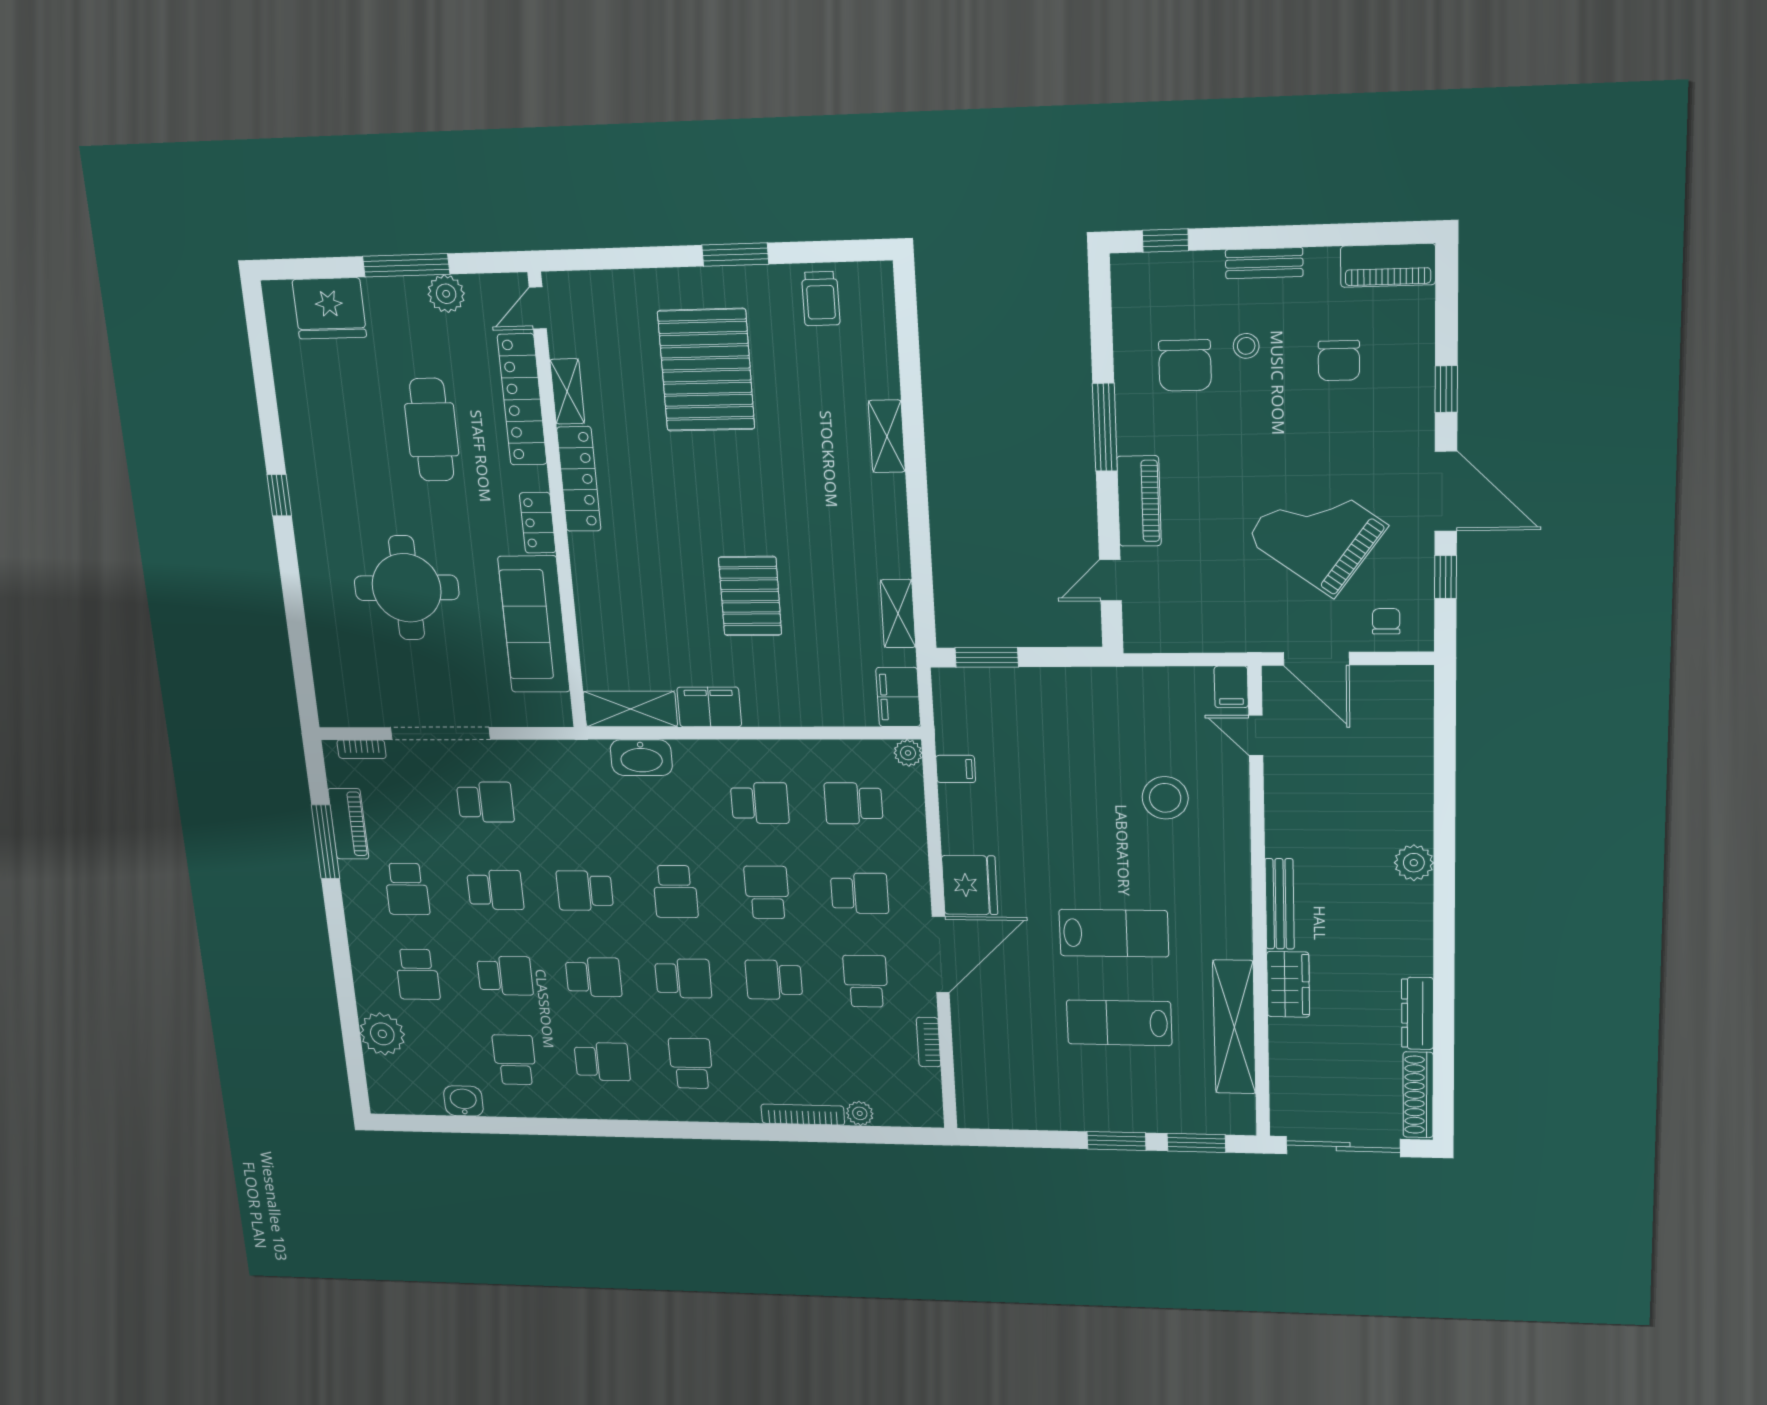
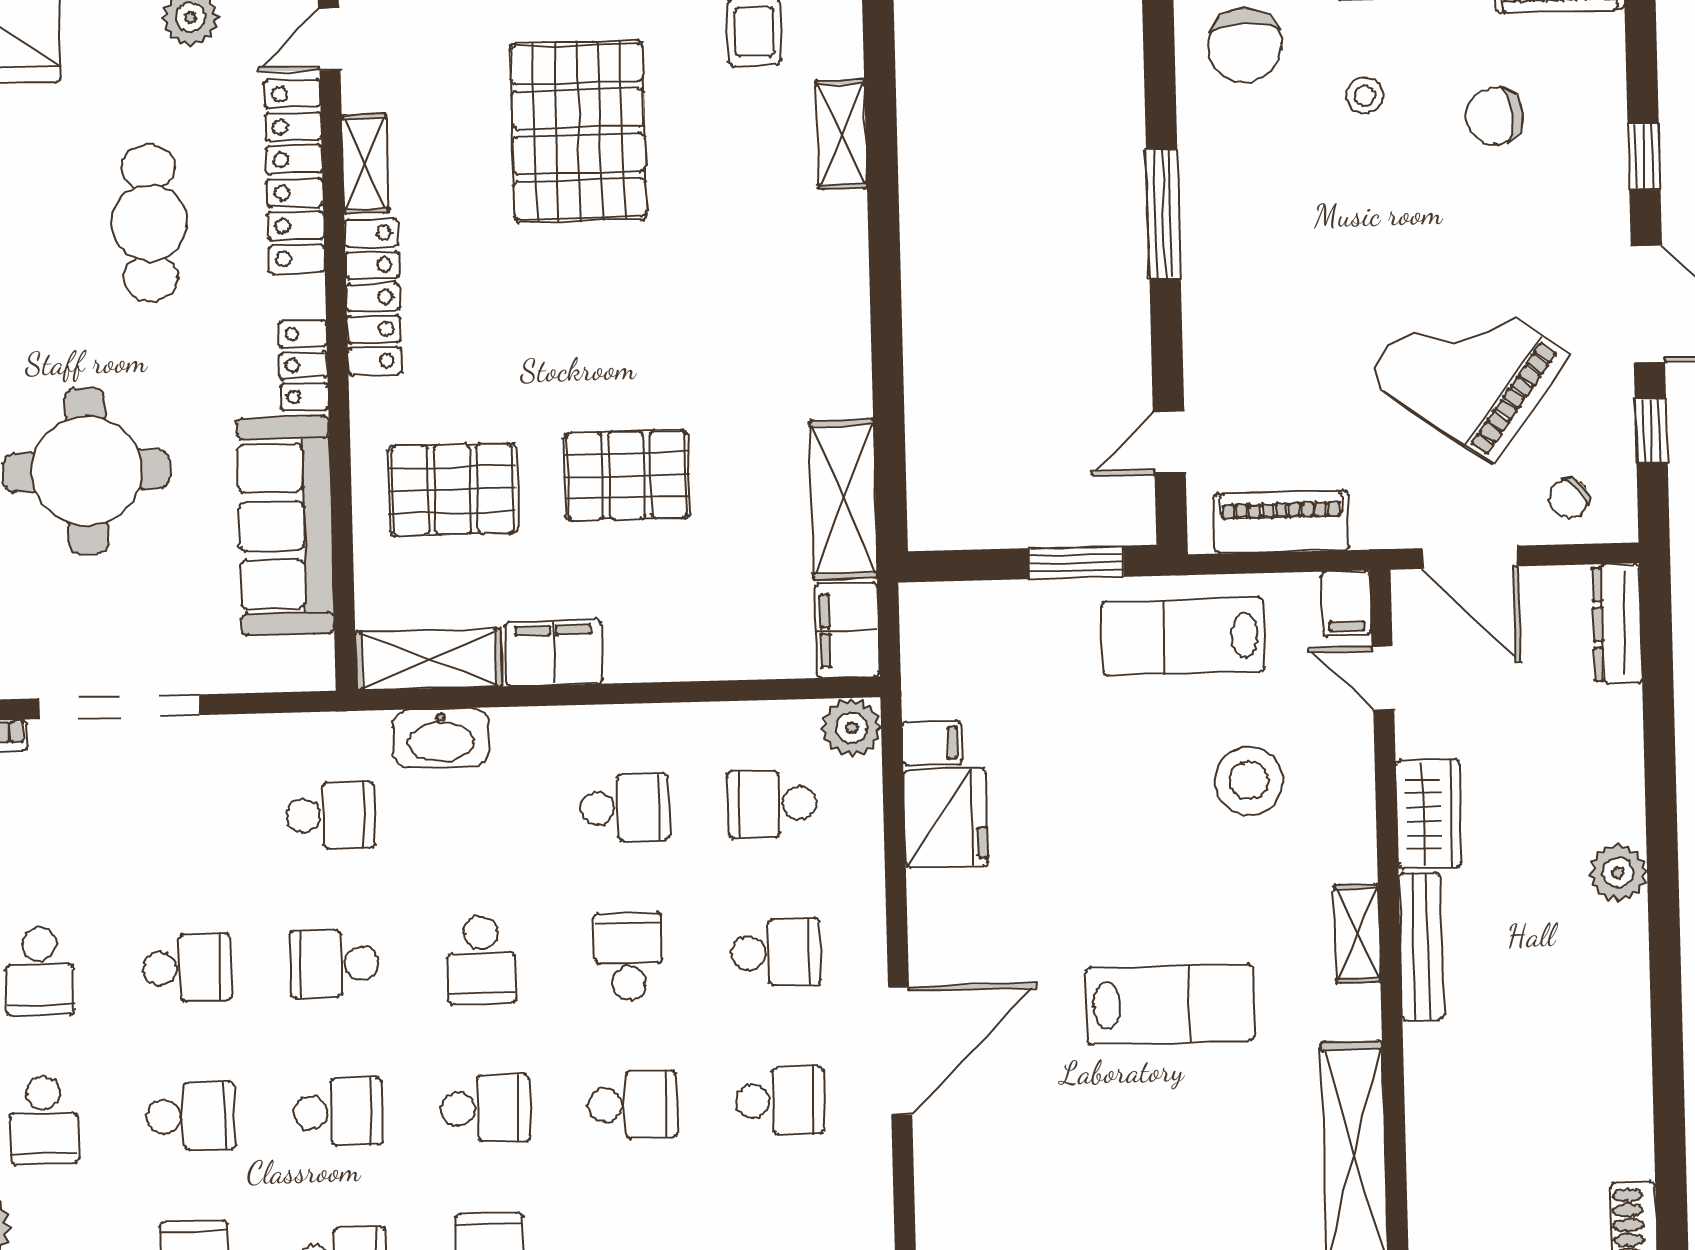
chair: (1339, 361) -> (1494, 116), turned 85
chair: (1185, 365) -> (1245, 45), moved
shelving: (887, 436) -> (841, 134), moved
piano: (1139, 501) -> (1282, 522), moved, turned -90
pallet: (750, 596) -> (627, 475), turned 90
pallet: (639, 603) -> (453, 489), added
shelving: (898, 614) -> (843, 499), width x1.50, depth x1.33
chair: (1386, 621) -> (1569, 498), turned -132
window: (987, 657) -> (1076, 562), moved
plant: (908, 753) -> (852, 728), width x1.38, depth x1.38
school desk: (485, 802) -> (330, 815), moved
fridge: (970, 885) -> (946, 818), moved
shelving: (1237, 895) -> (1357, 934), added
school desk: (774, 980) -> (633, 1105), turned 180
school desk: (866, 981) -> (780, 1101), turned 90
wardrobe: (1288, 984) -> (1428, 814), moved
dresser: (1417, 1013) -> (1617, 624), moved
lab bench: (1119, 1023) -> (1183, 637), moved
bookcase: (929, 1042) -> (877, 1201), removed

